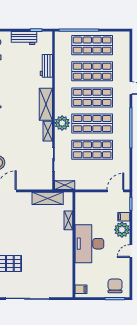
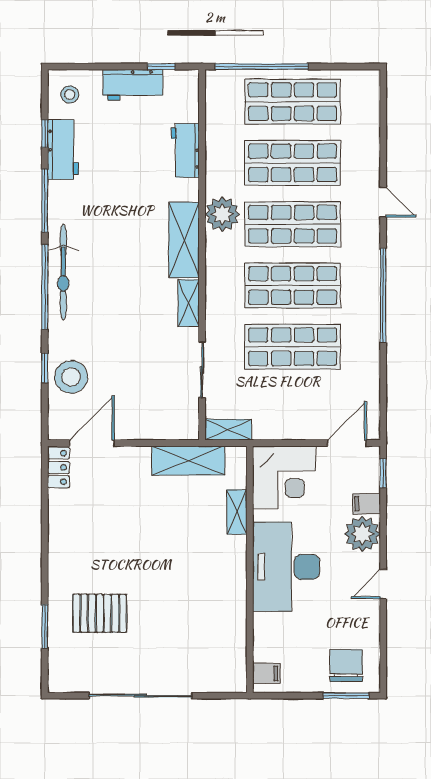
plant: (62, 123) -> (222, 214), moved
corner desk: (88, 206) -> (284, 477), added

